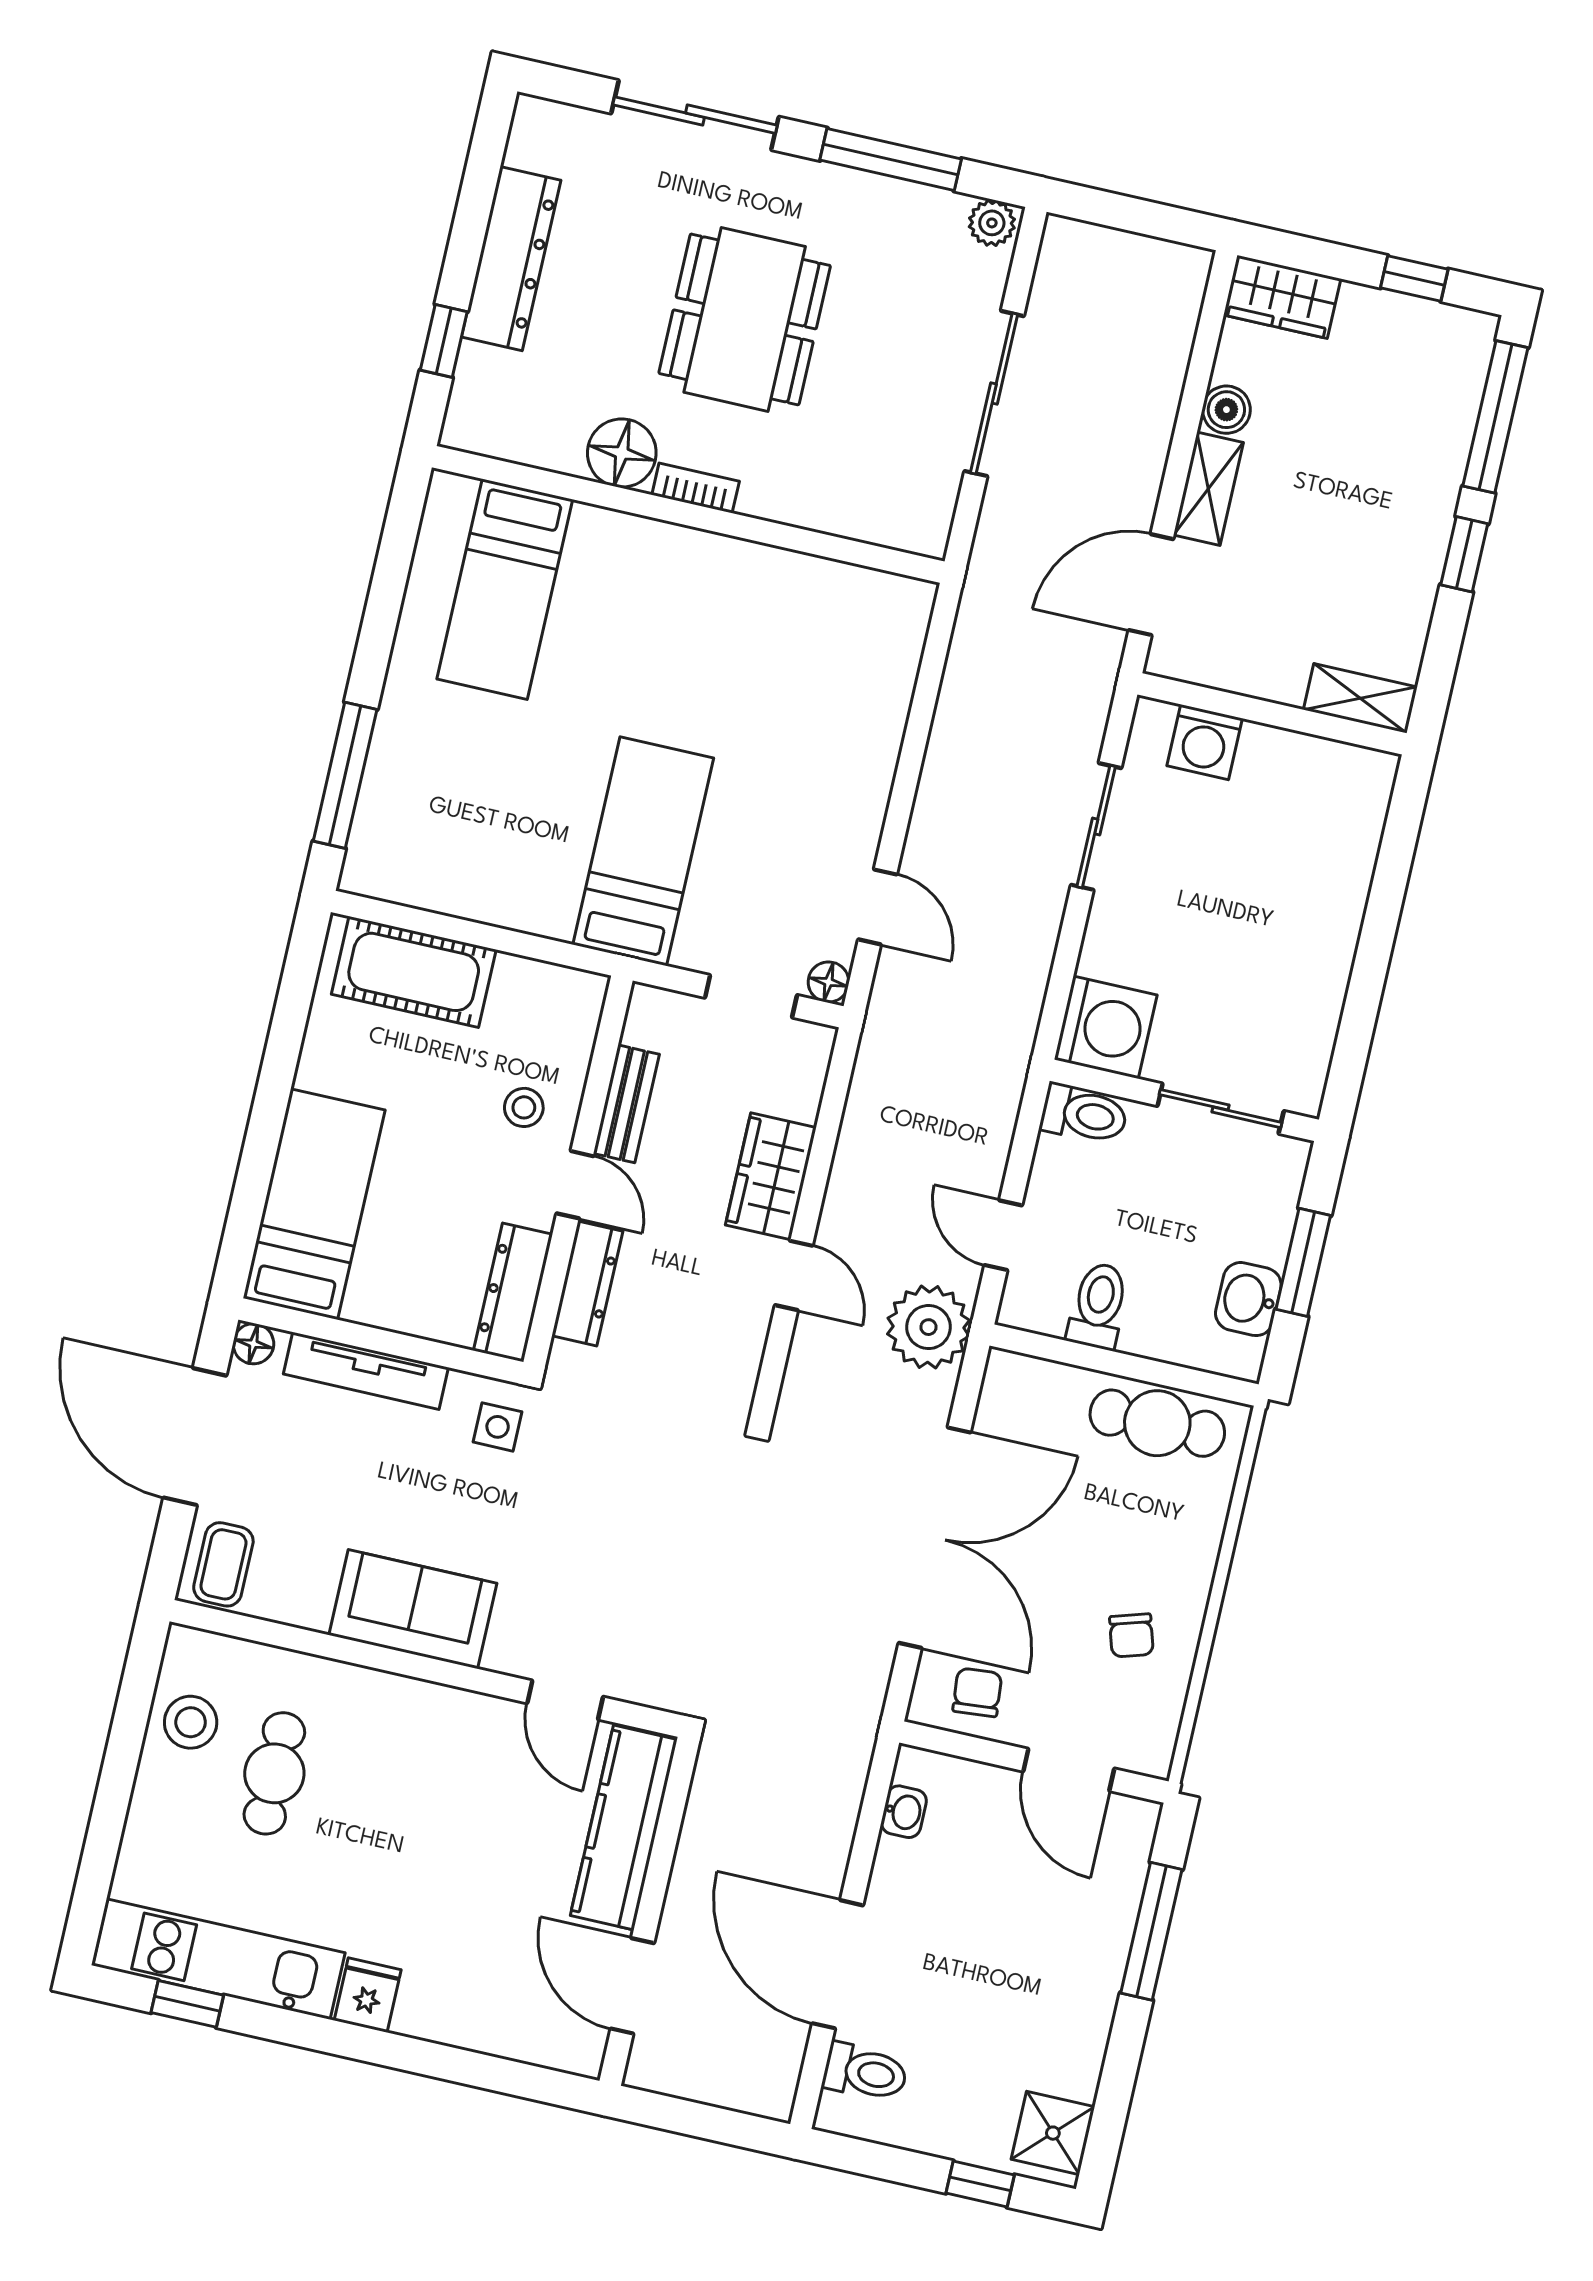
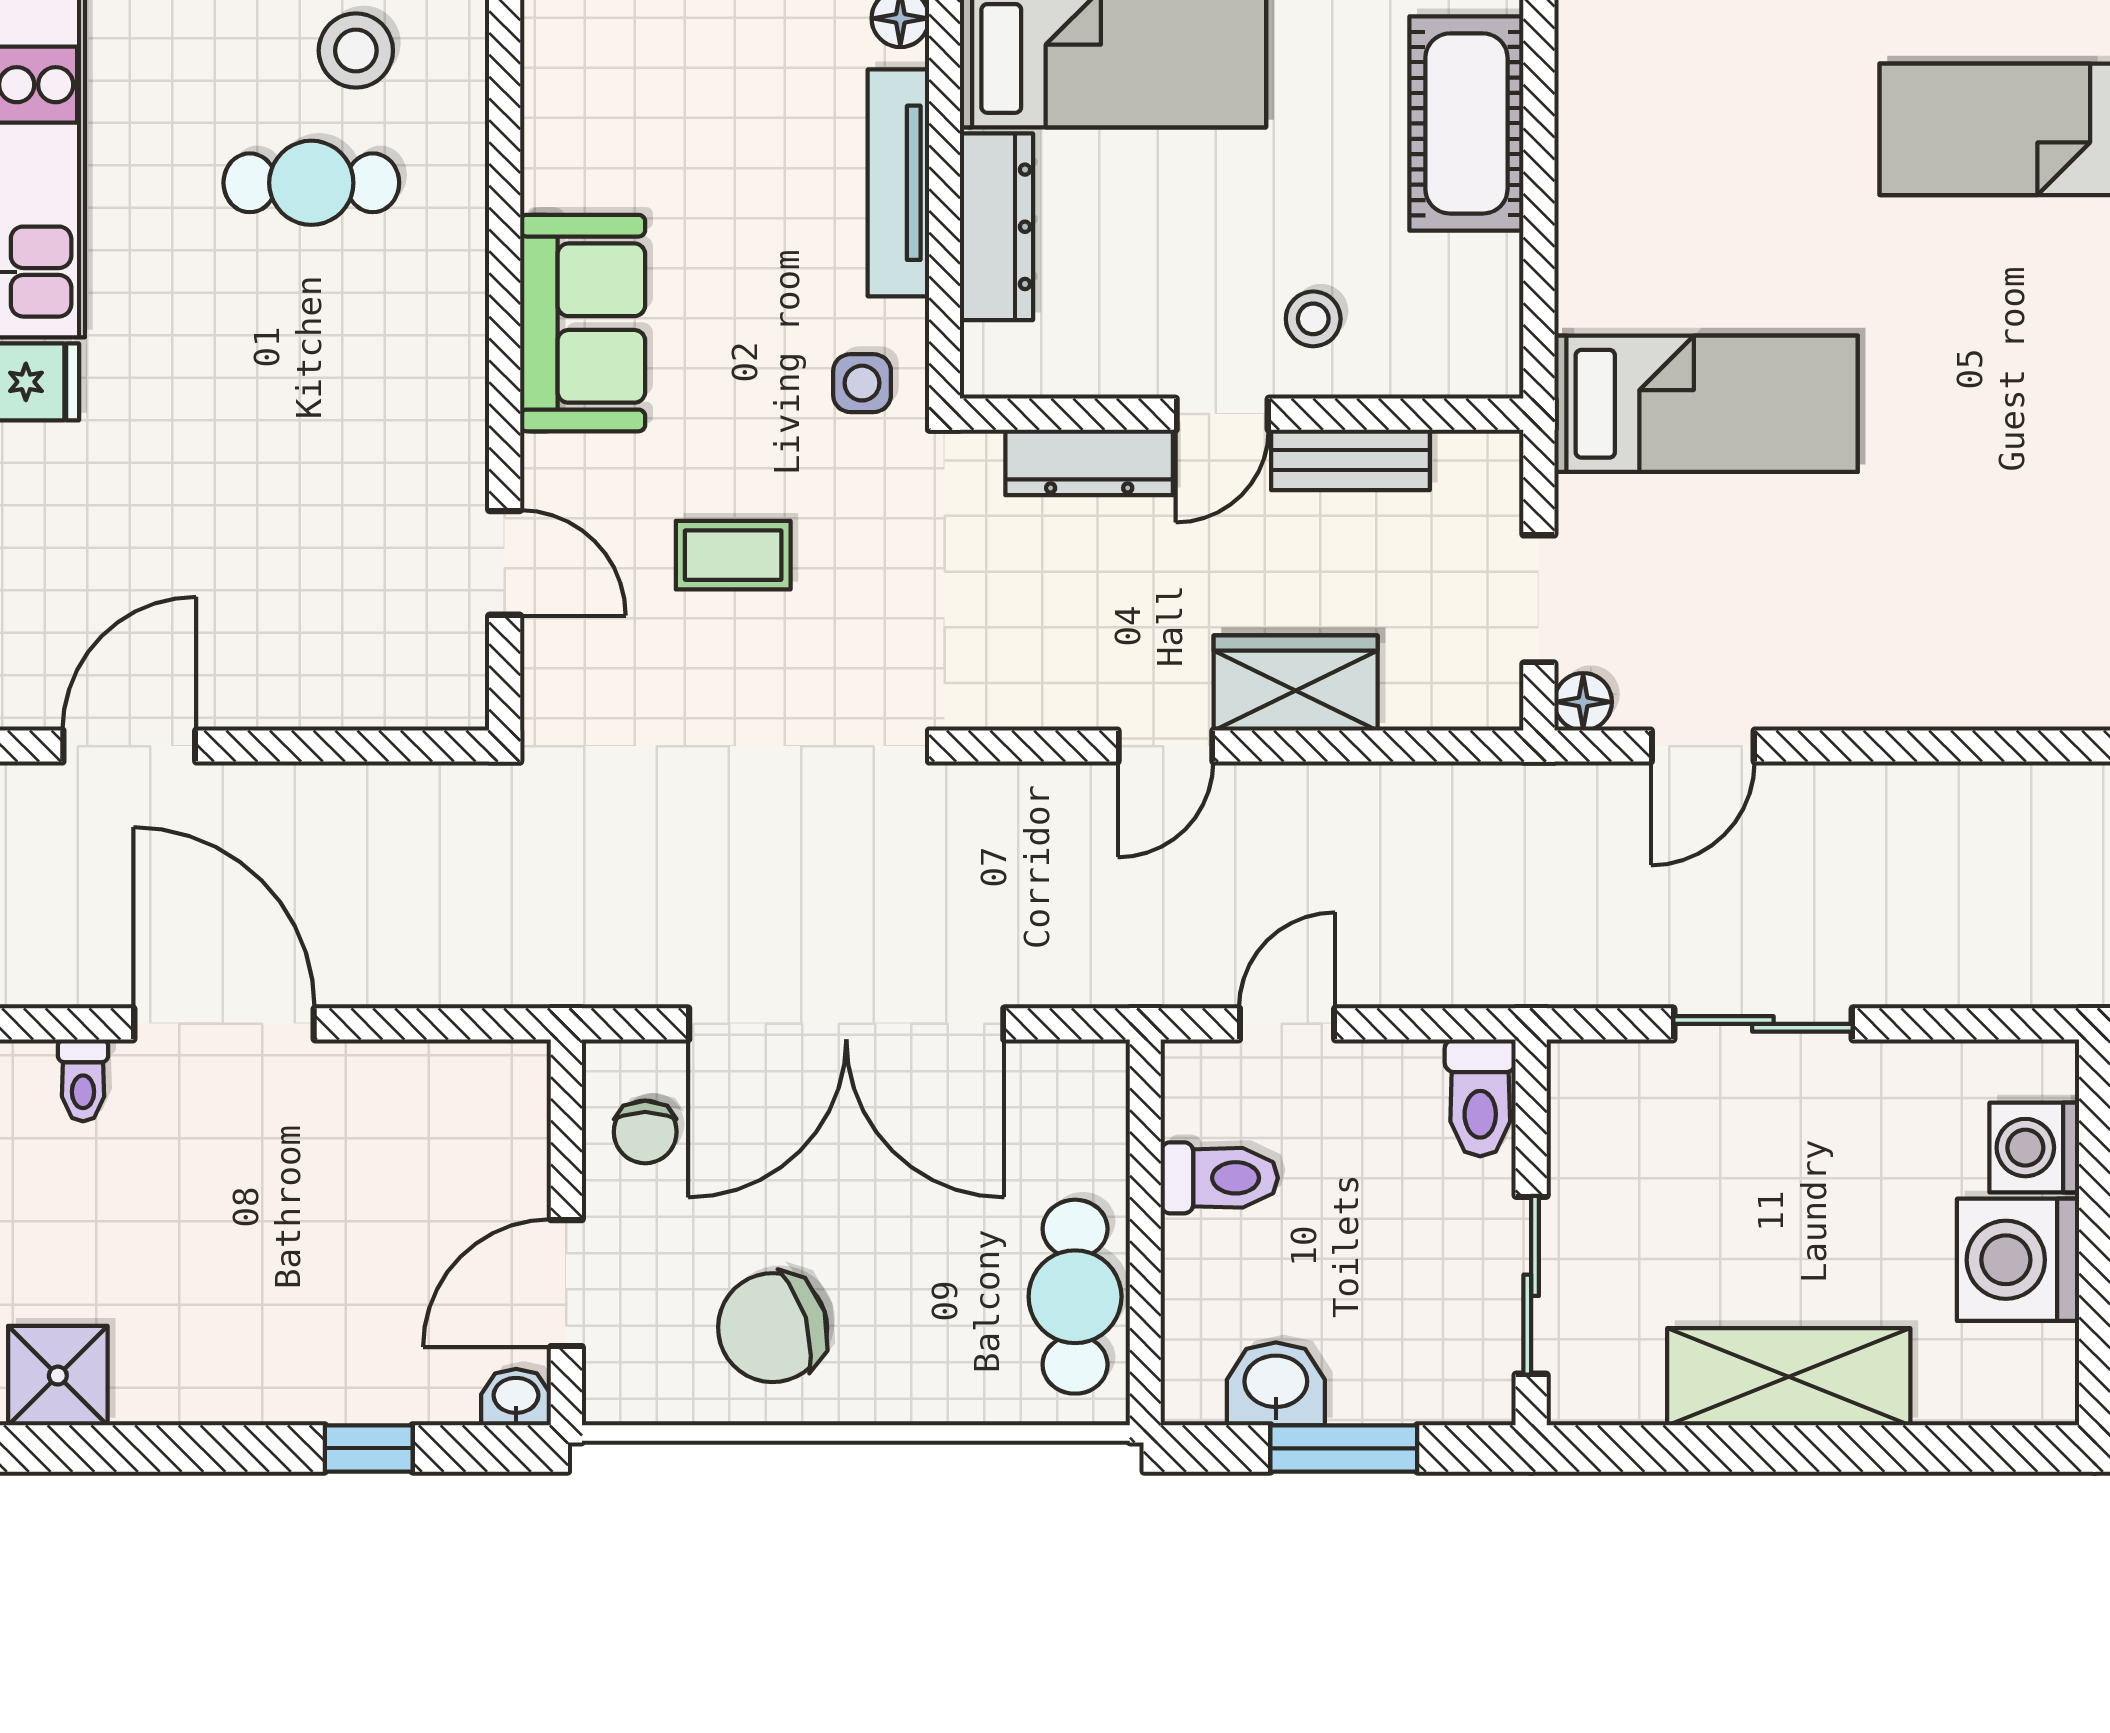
sliding door: (1096, 827) -> (1763, 1024), moved
shelving: (1323, 946) -> (1789, 1377), added
washing machine: (1106, 1027) -> (2018, 1260), moved, turned 90
dresser: (513, 1292) -> (997, 227), moved, turned 90
plant: (929, 1327) -> (1136, 949), removed
coffee table: (223, 1564) -> (733, 555), moved
chair: (1131, 1635) -> (773, 1328), width x1.87, depth x1.87
chair: (977, 1692) -> (645, 1132), turned 95
door: (565, 1700) -> (505, 563), swing flipped
washbasin: (904, 1812) -> (516, 1397), moved, turned 180
kitchen counter: (624, 1827) -> (346, 684), removed
window: (1151, 1931) -> (369, 1448), width x0.46
door: (838, 1964) -> (224, 1024), hinge flipped
toilet: (865, 2072) -> (83, 1080), width x0.73, depth x0.72

